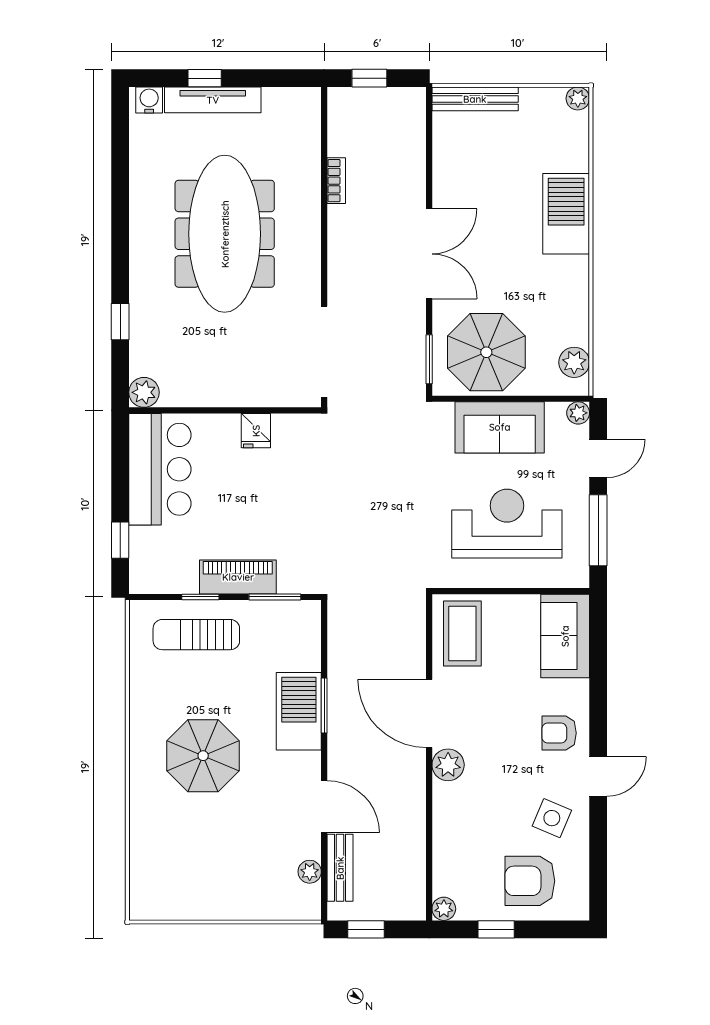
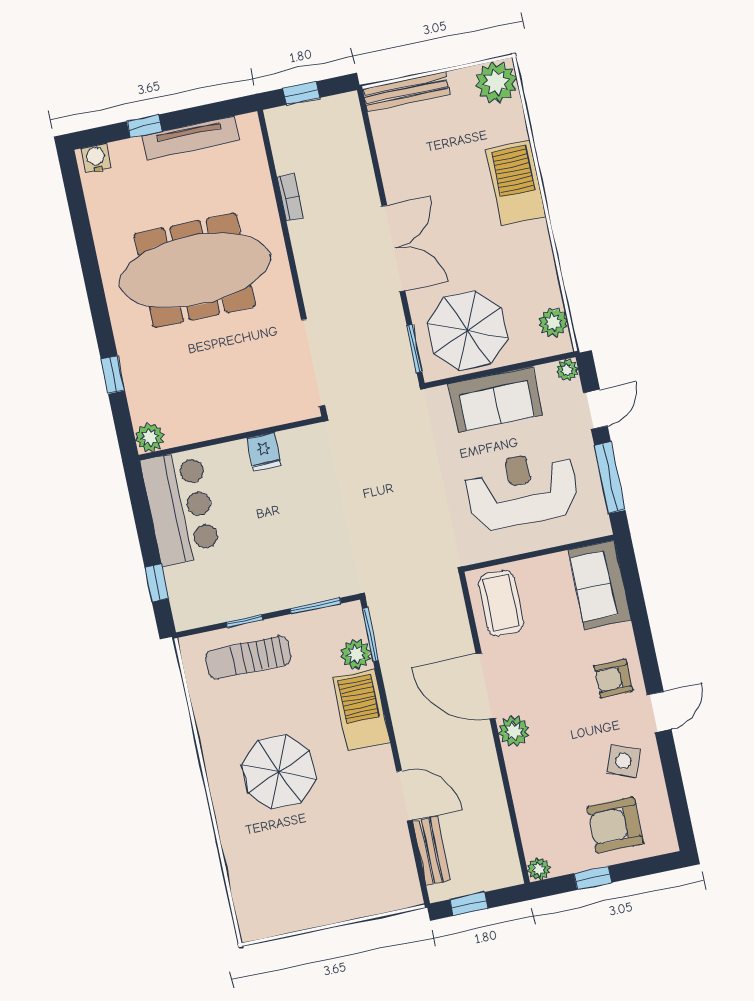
plant: (578, 98) -> (496, 82), width x1.88, depth x1.88
tv unit: (213, 100) -> (191, 138), moved
meeting table: (225, 234) -> (195, 270), turned 90
piano: (238, 577) -> (276, 594), removed
window: (324, 706) -> (370, 635), moved
plant: (310, 872) -> (356, 654), moved, width x1.38, depth x1.38

